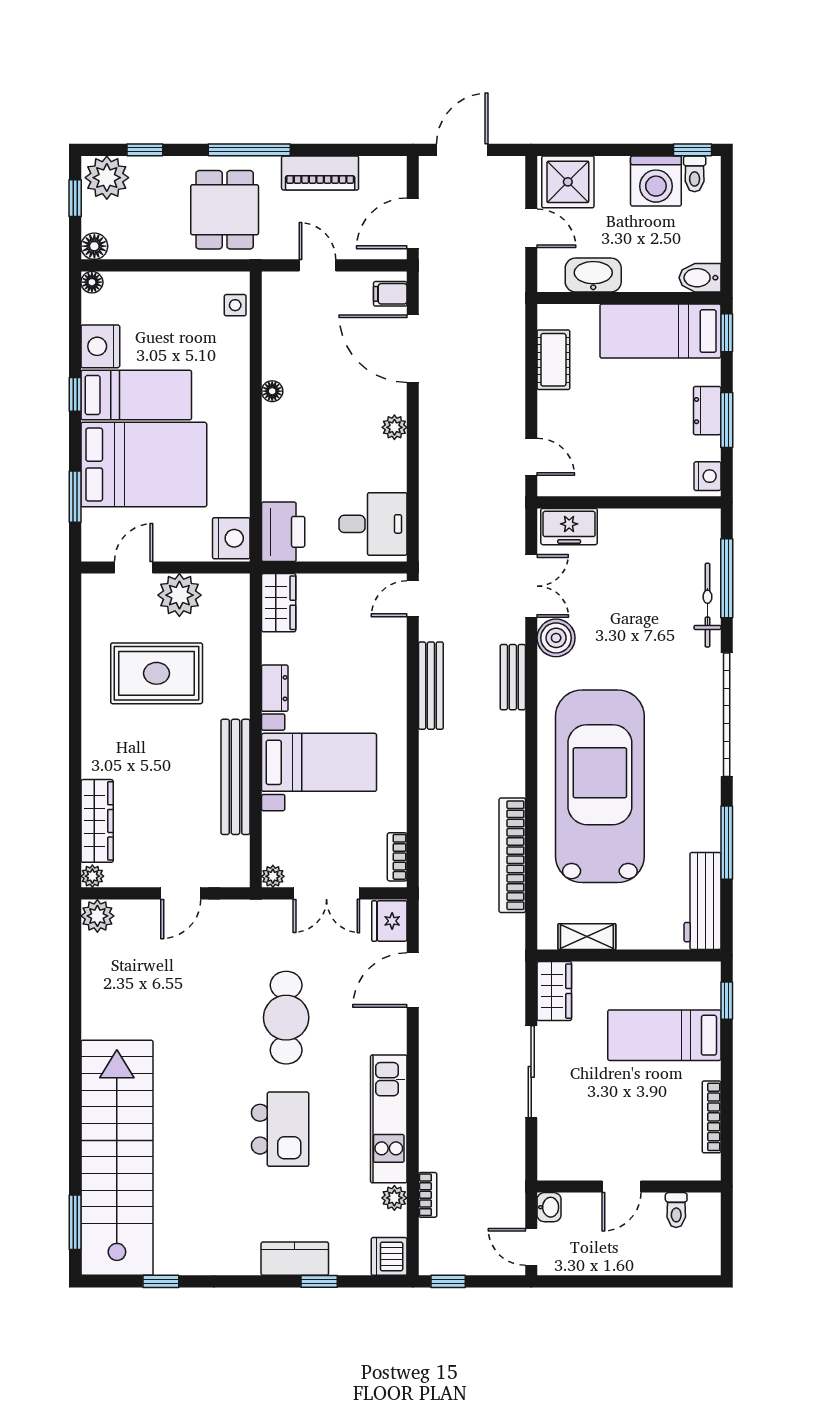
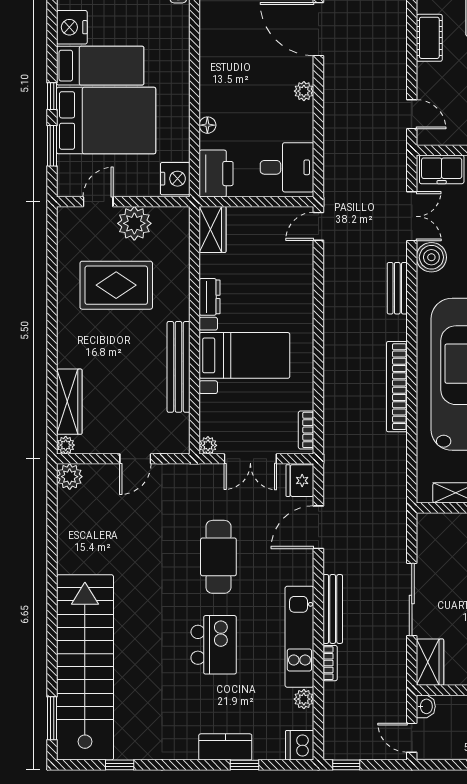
floor lamp: (272, 391) -> (207, 125), moved
window: (75, 394) -> (52, 96), moved
bench: (431, 686) -> (333, 609), moved
bookcase: (512, 855) -> (397, 387), moved
wardrobe: (554, 991) -> (430, 662), moved
bookcase: (428, 1195) -> (330, 663), moved

